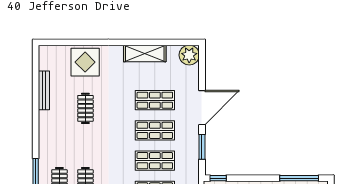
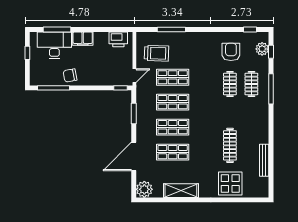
clothes rail: (85, 108) -> (230, 145), width x1.36
door: (202, 108) -> (134, 156), moved

